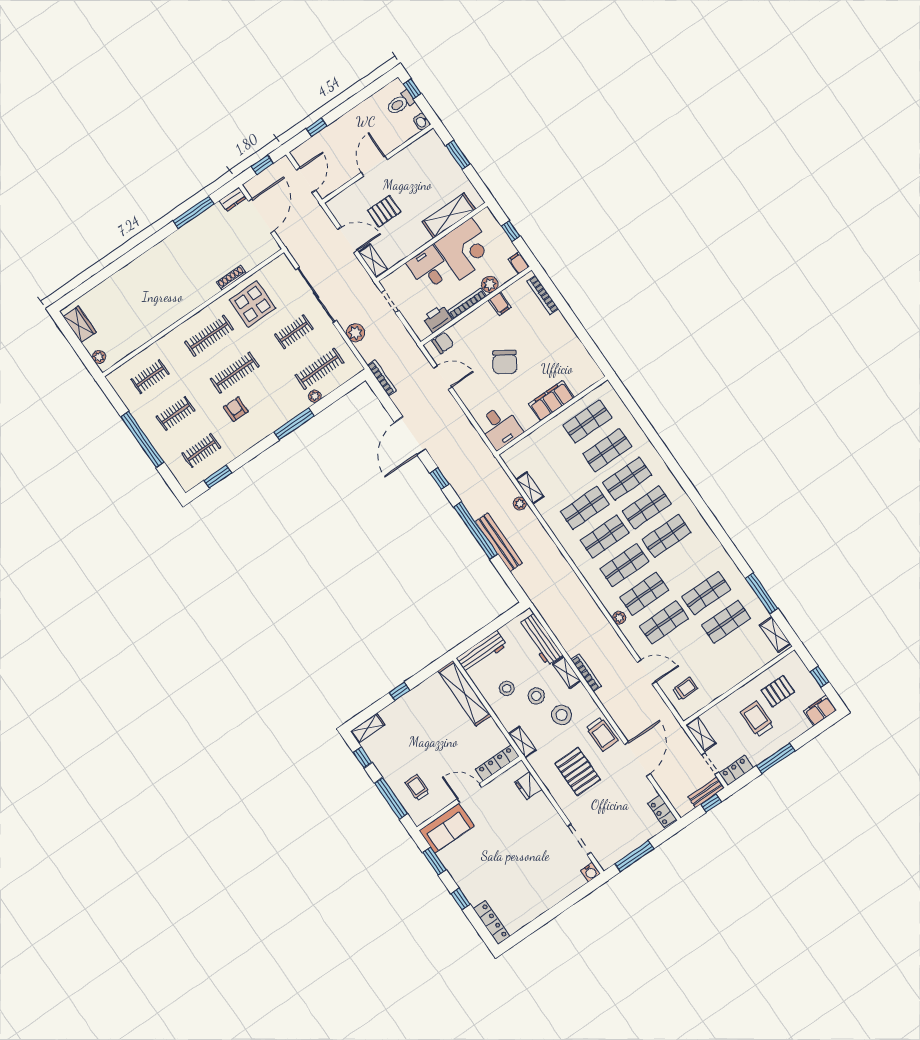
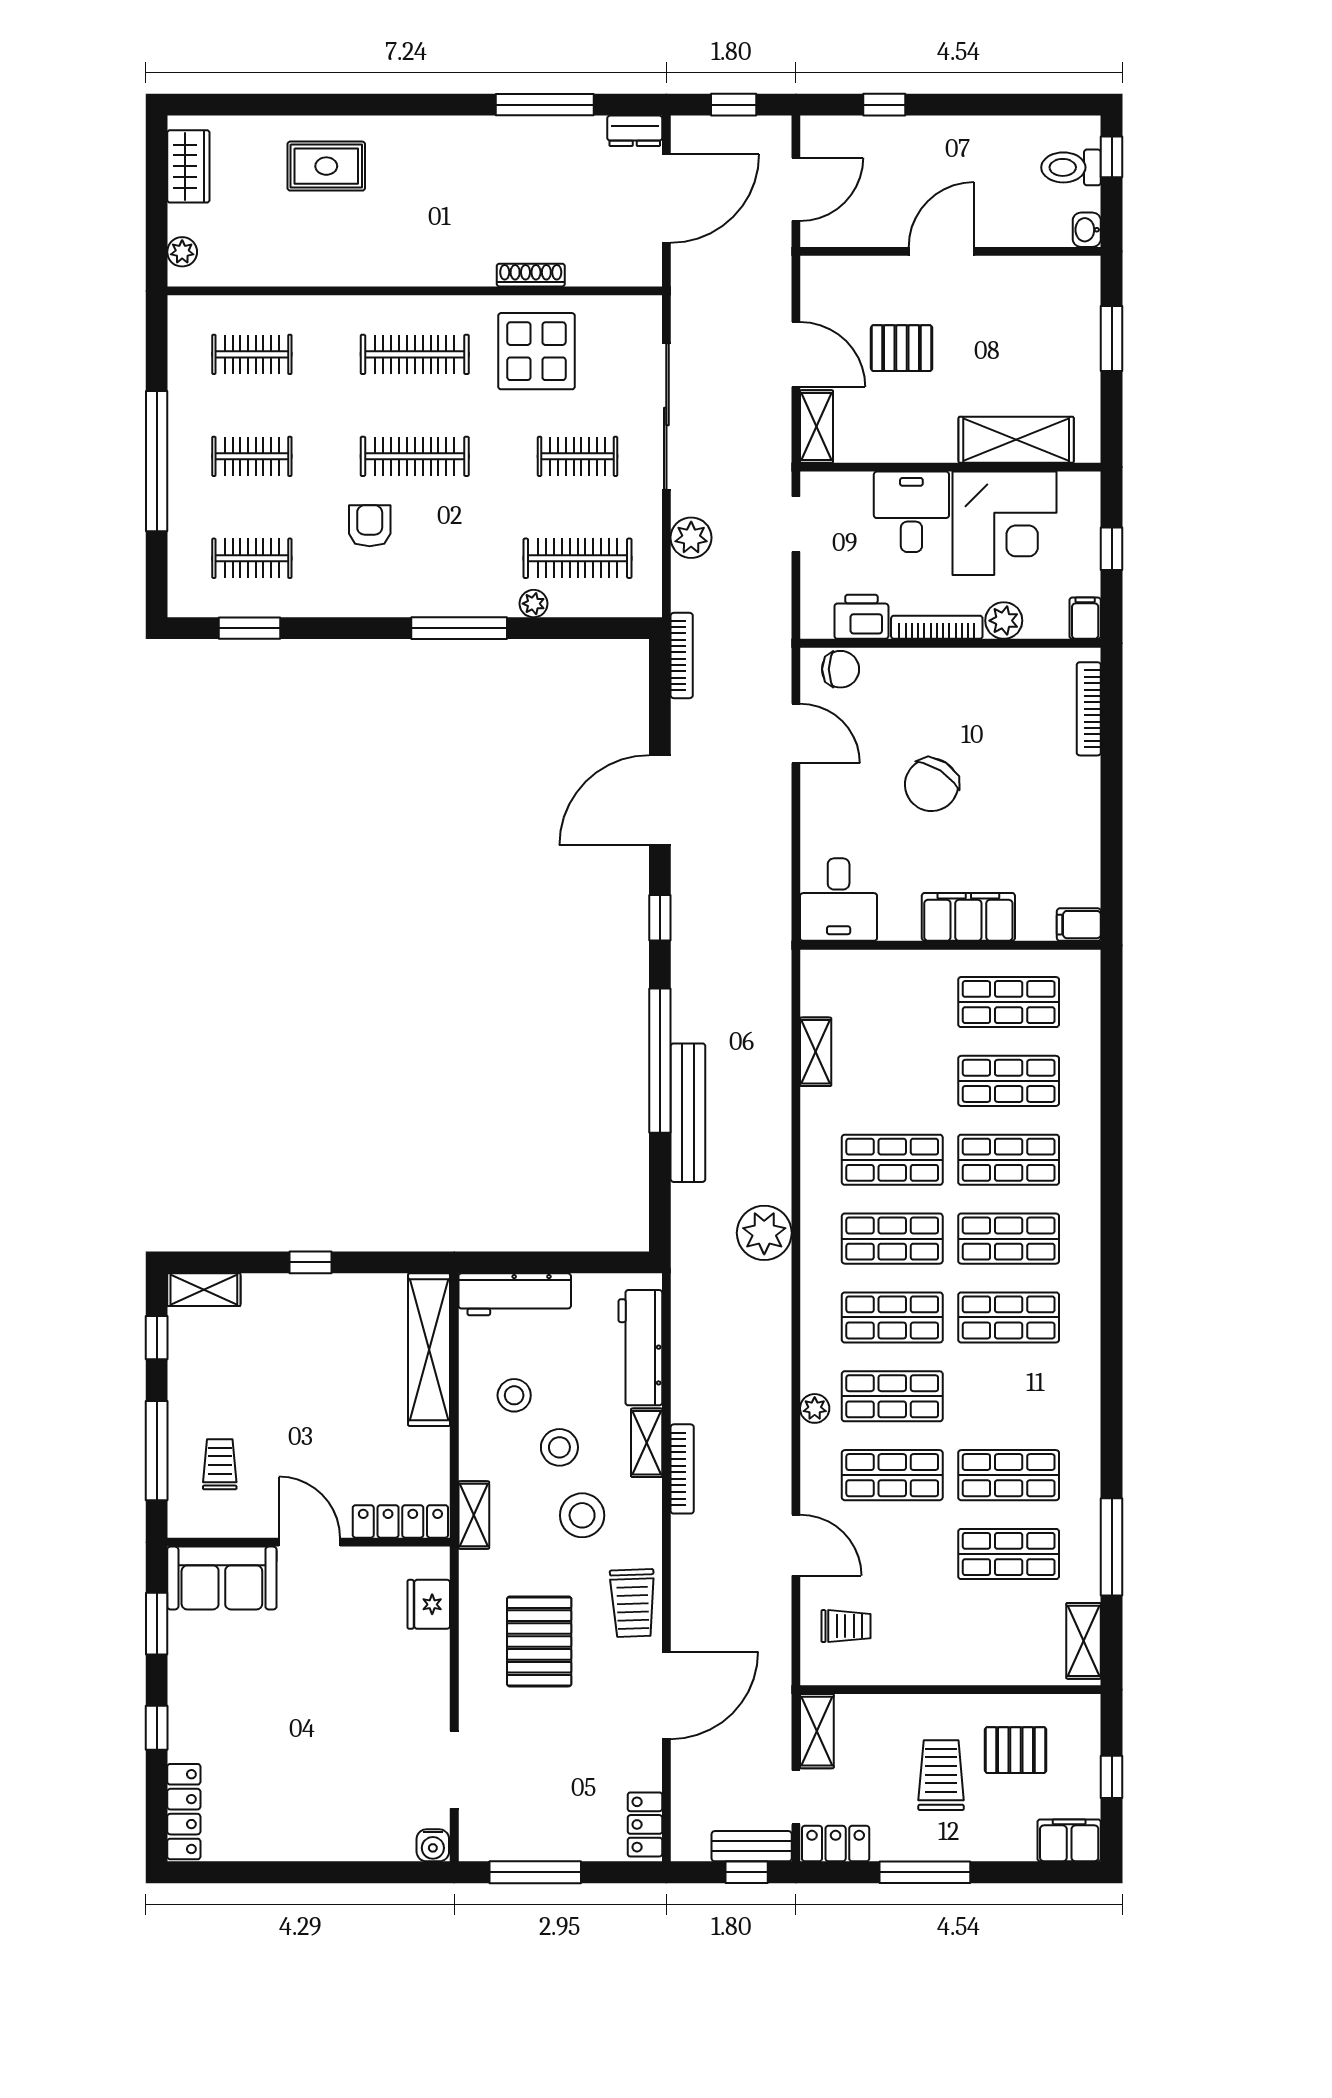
rug: (130, 290) -> (326, 166), added
filing cabinet: (500, 304) -> (1079, 925), moved, turned 90
plant: (520, 503) -> (764, 1233), moved, width x1.87, depth x1.87

